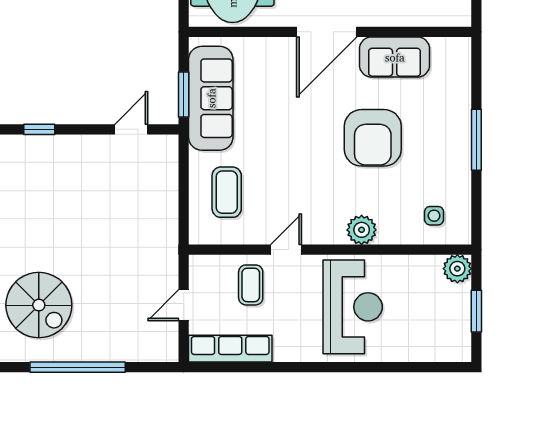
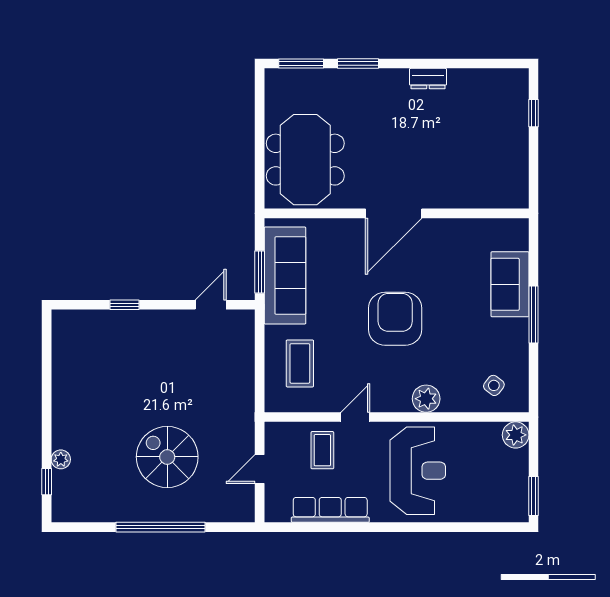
sofa: (395, 57) -> (510, 284), moved, turned 90
armchair: (373, 138) -> (395, 319), moved, turned 180
side table: (434, 216) -> (494, 385), turned 38
spiral stairs: (39, 305) -> (167, 457), moved, turned 180
window: (476, 311) -> (534, 496), moved
row of seats: (230, 349) -> (330, 510), moved

